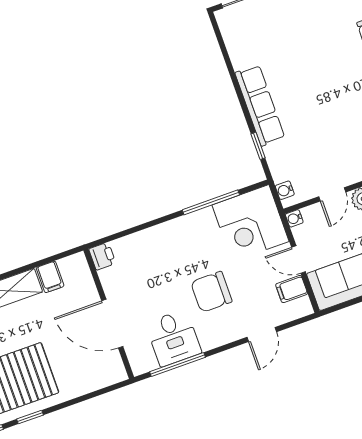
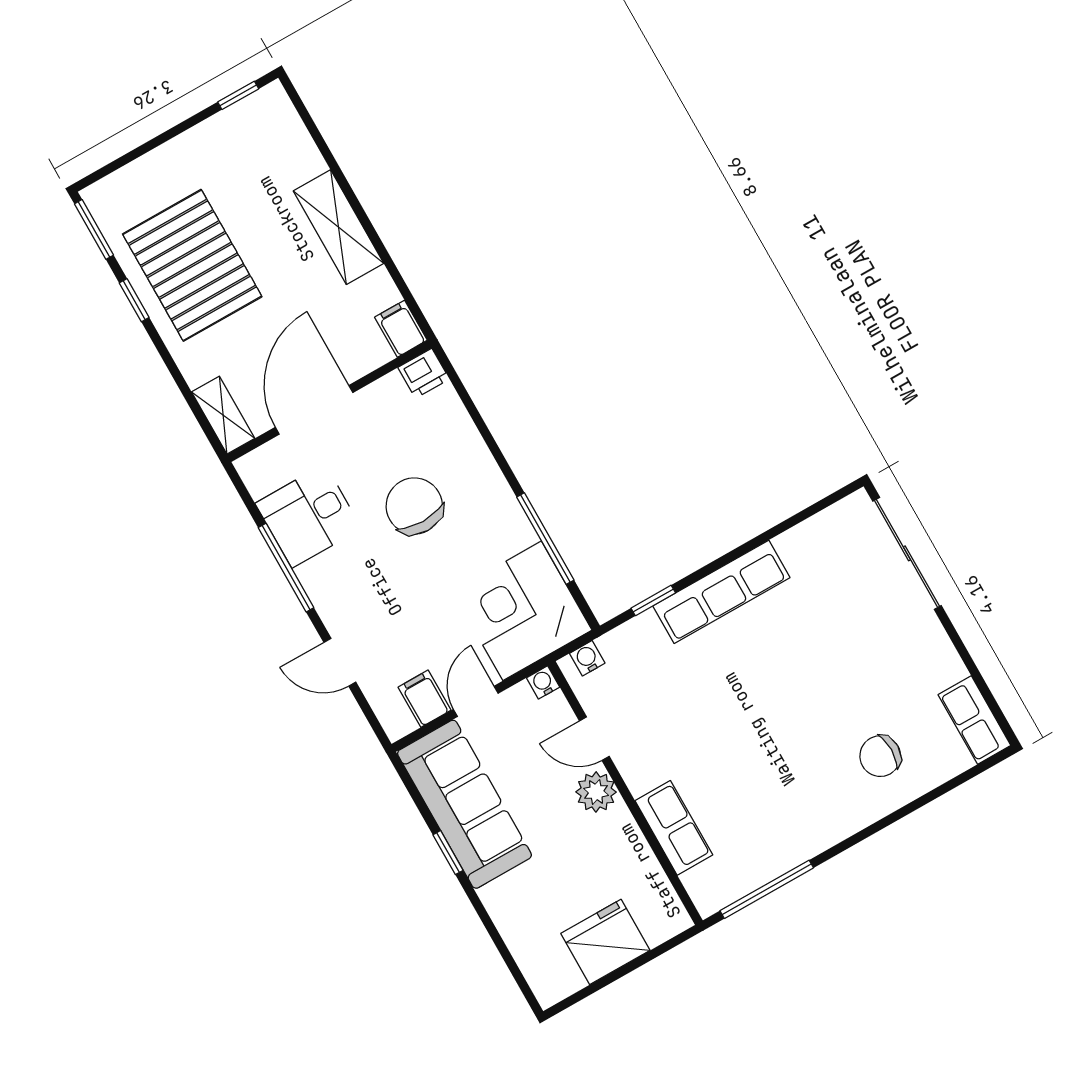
filing cabinet: (50, 277) -> (401, 329), moved, turned 90
chair: (211, 292) -> (414, 506), moved
window: (177, 365) -> (286, 568), moved
shelving: (106, 377) -> (223, 415), added

